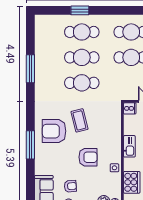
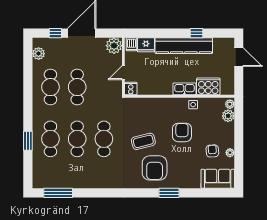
window: (30, 69) -> (58, 193), moved
window: (30, 145) -> (169, 193), width x0.69
kitchen sink: (129, 146) -> (184, 89), moved

